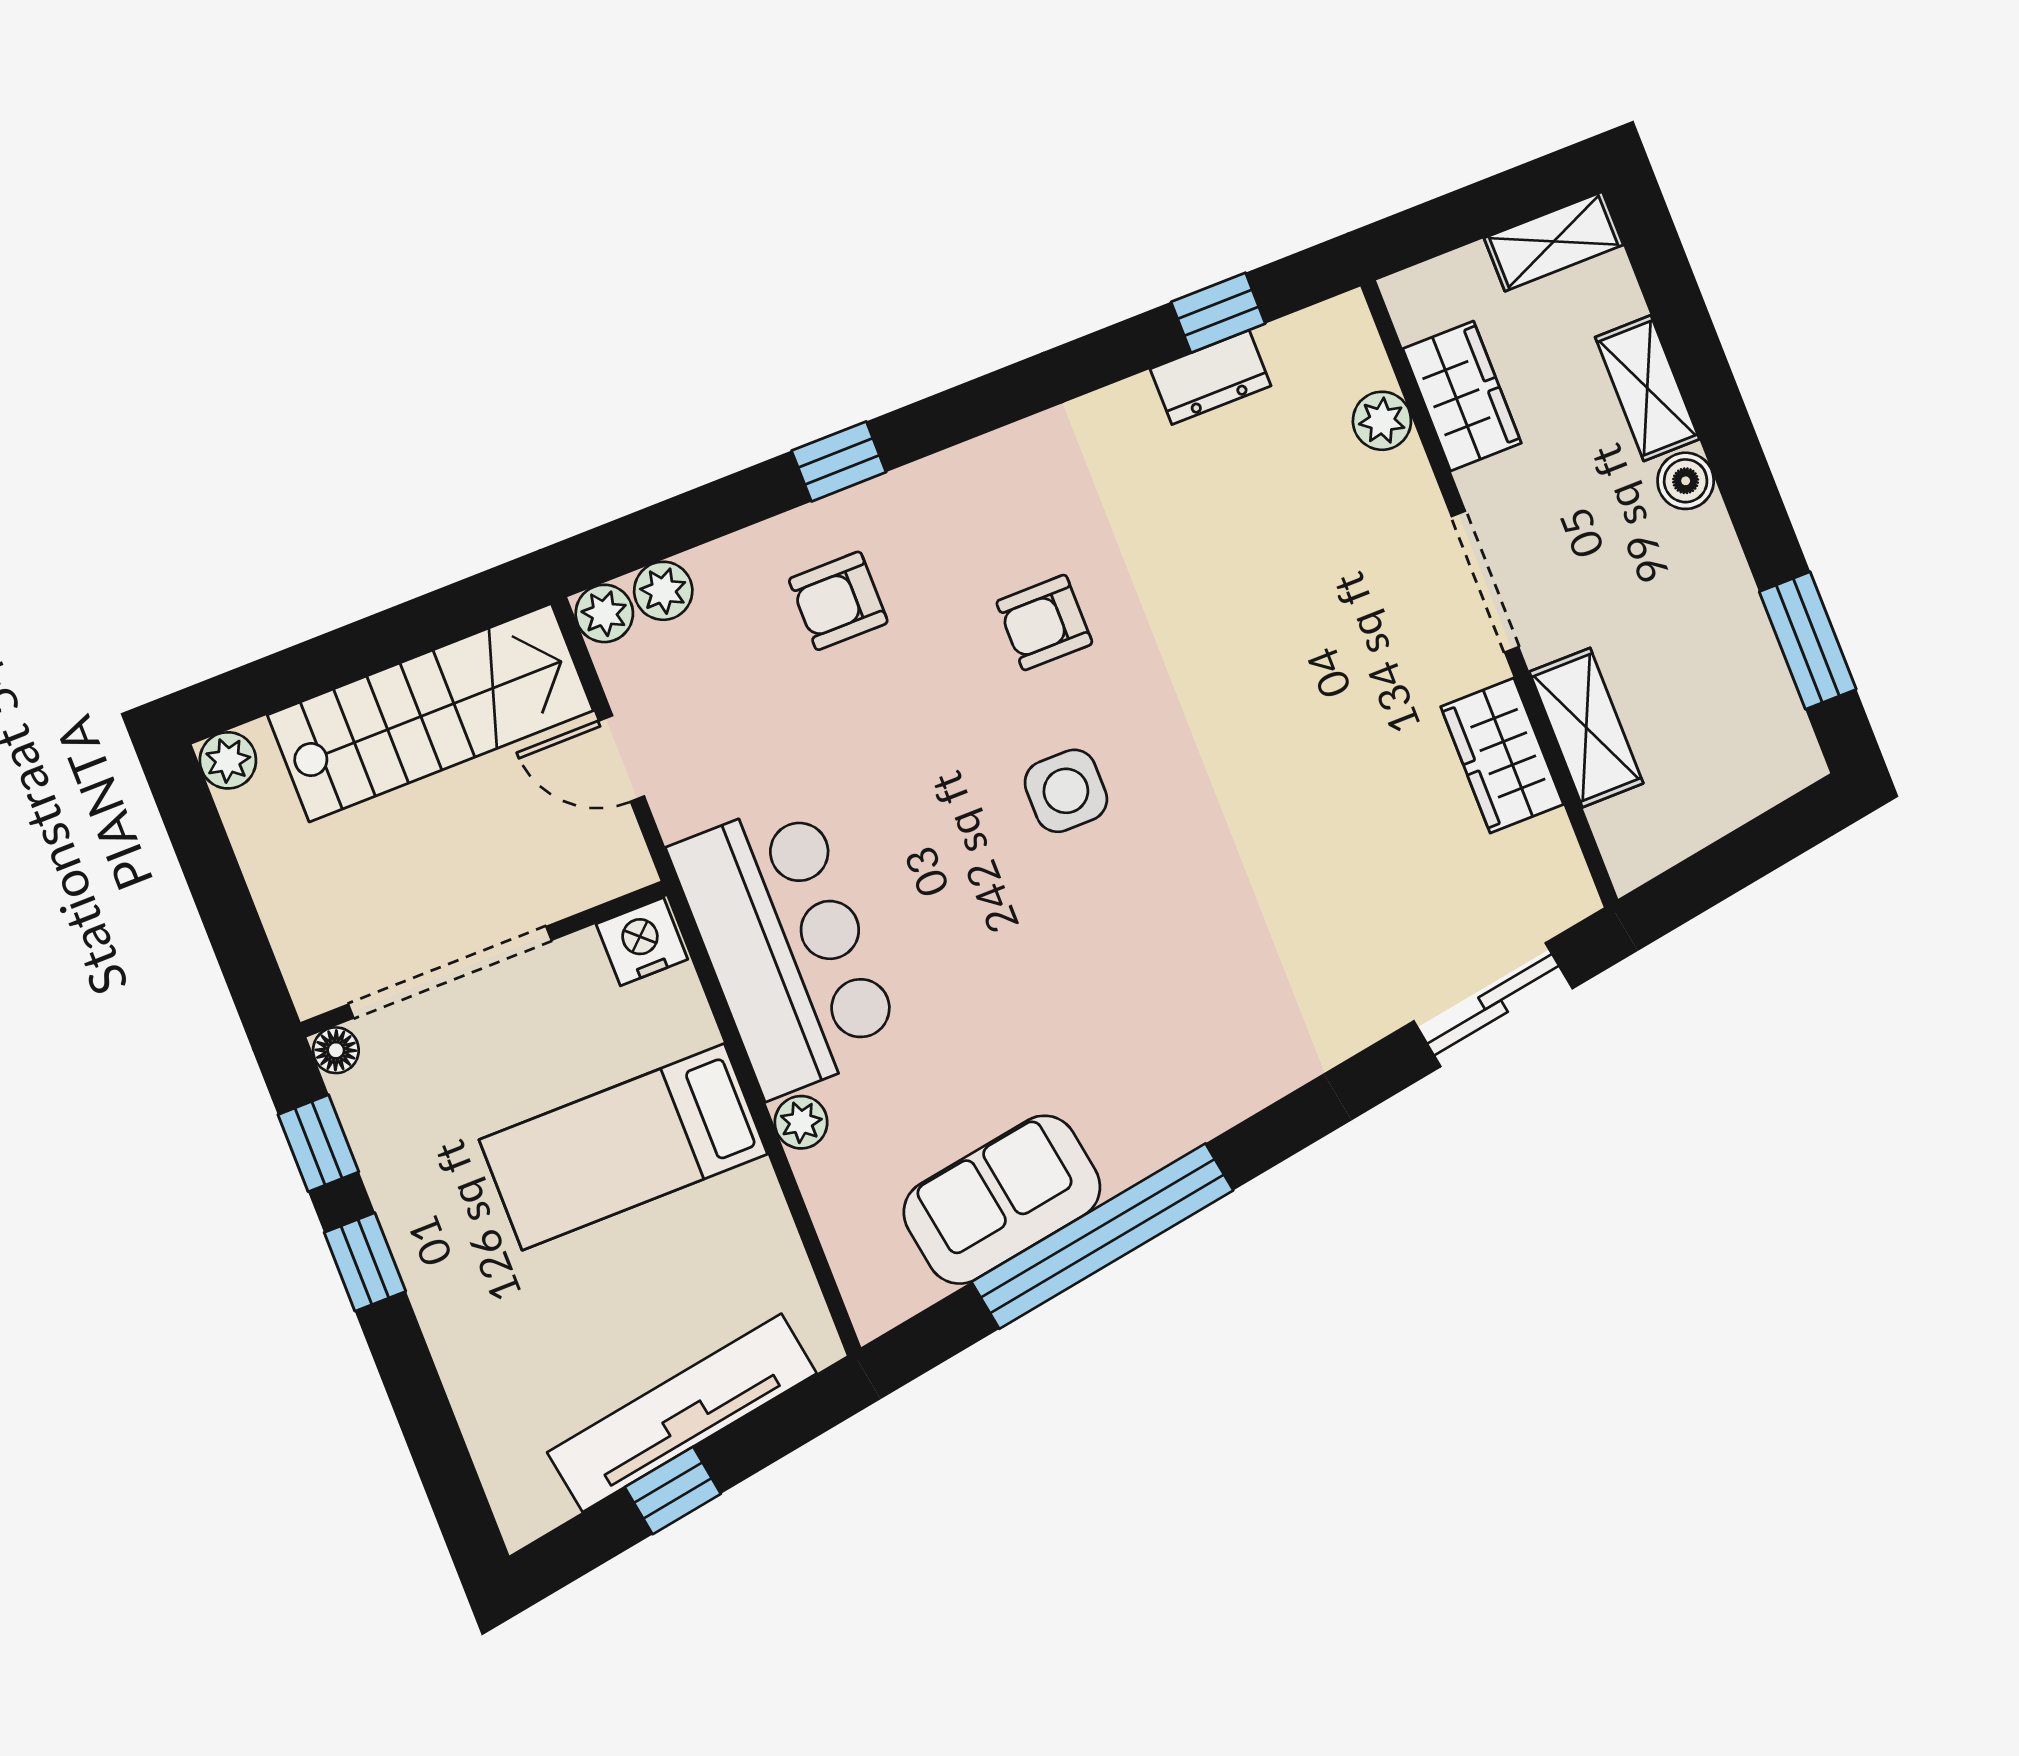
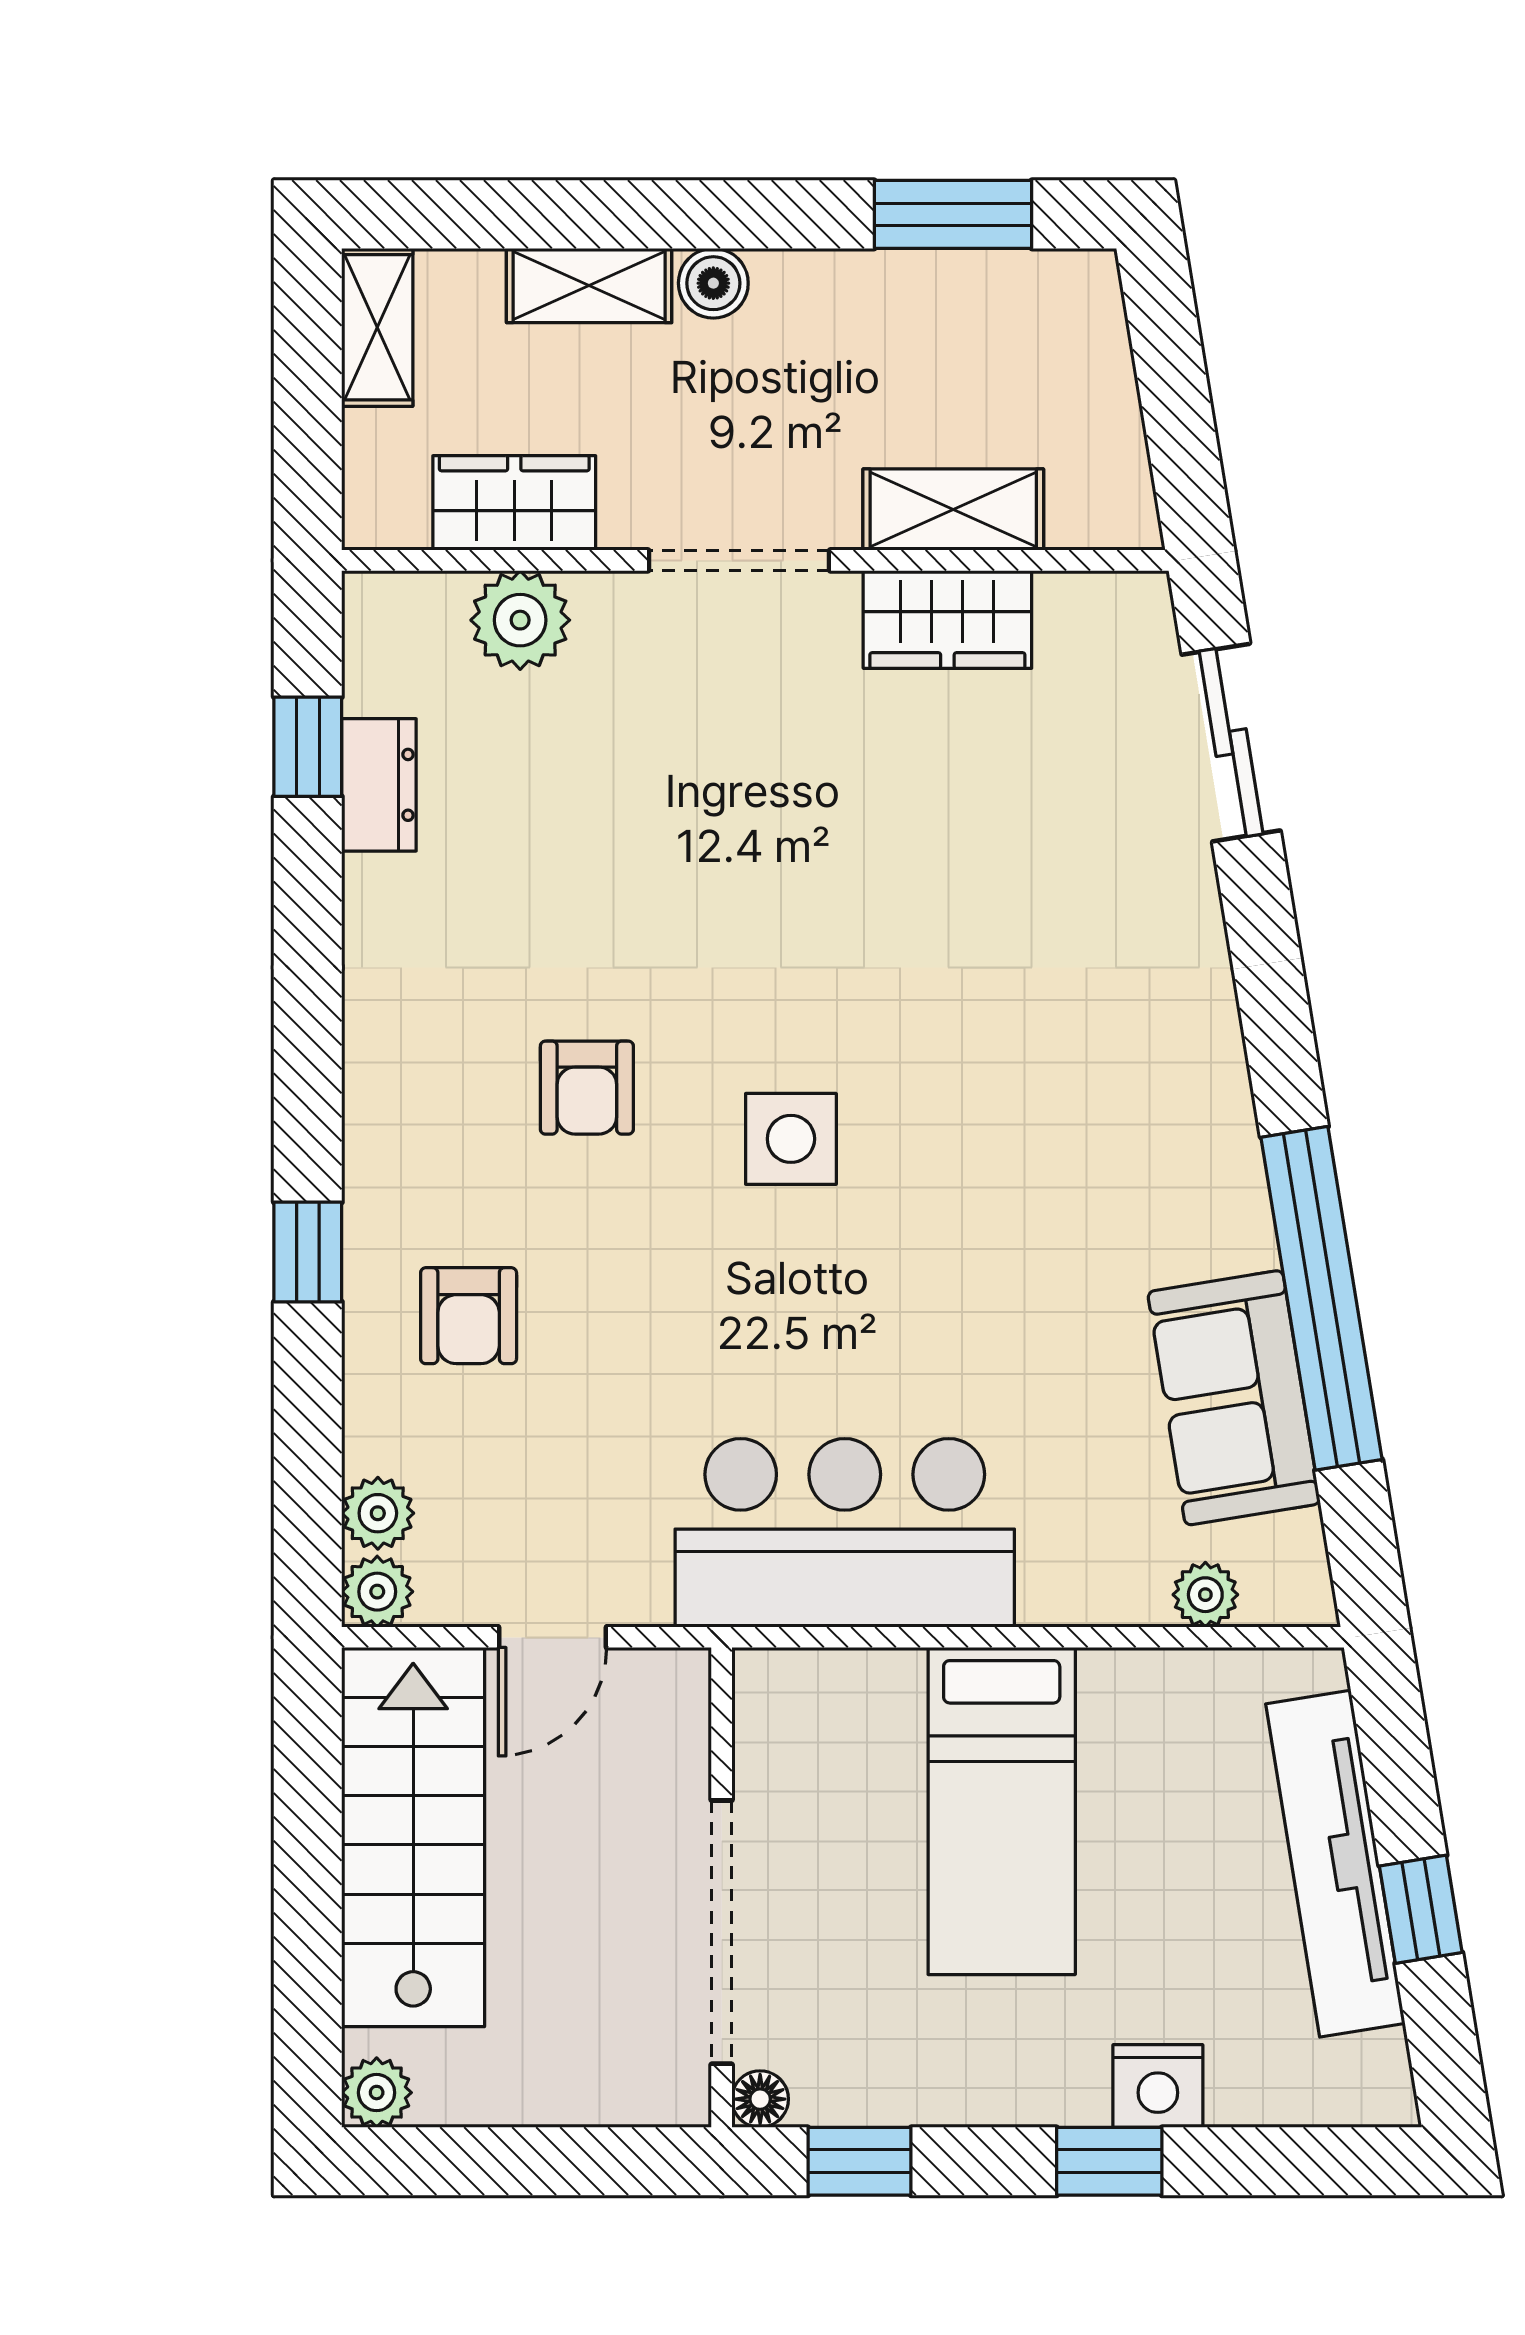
plant: (1382, 421) -> (520, 620), width x1.38, depth x1.38
nightstand: (642, 942) -> (1158, 2086), moved, turned -90
plant: (801, 1122) -> (1205, 1595), moved
window: (365, 1262) -> (1109, 2161), moved

